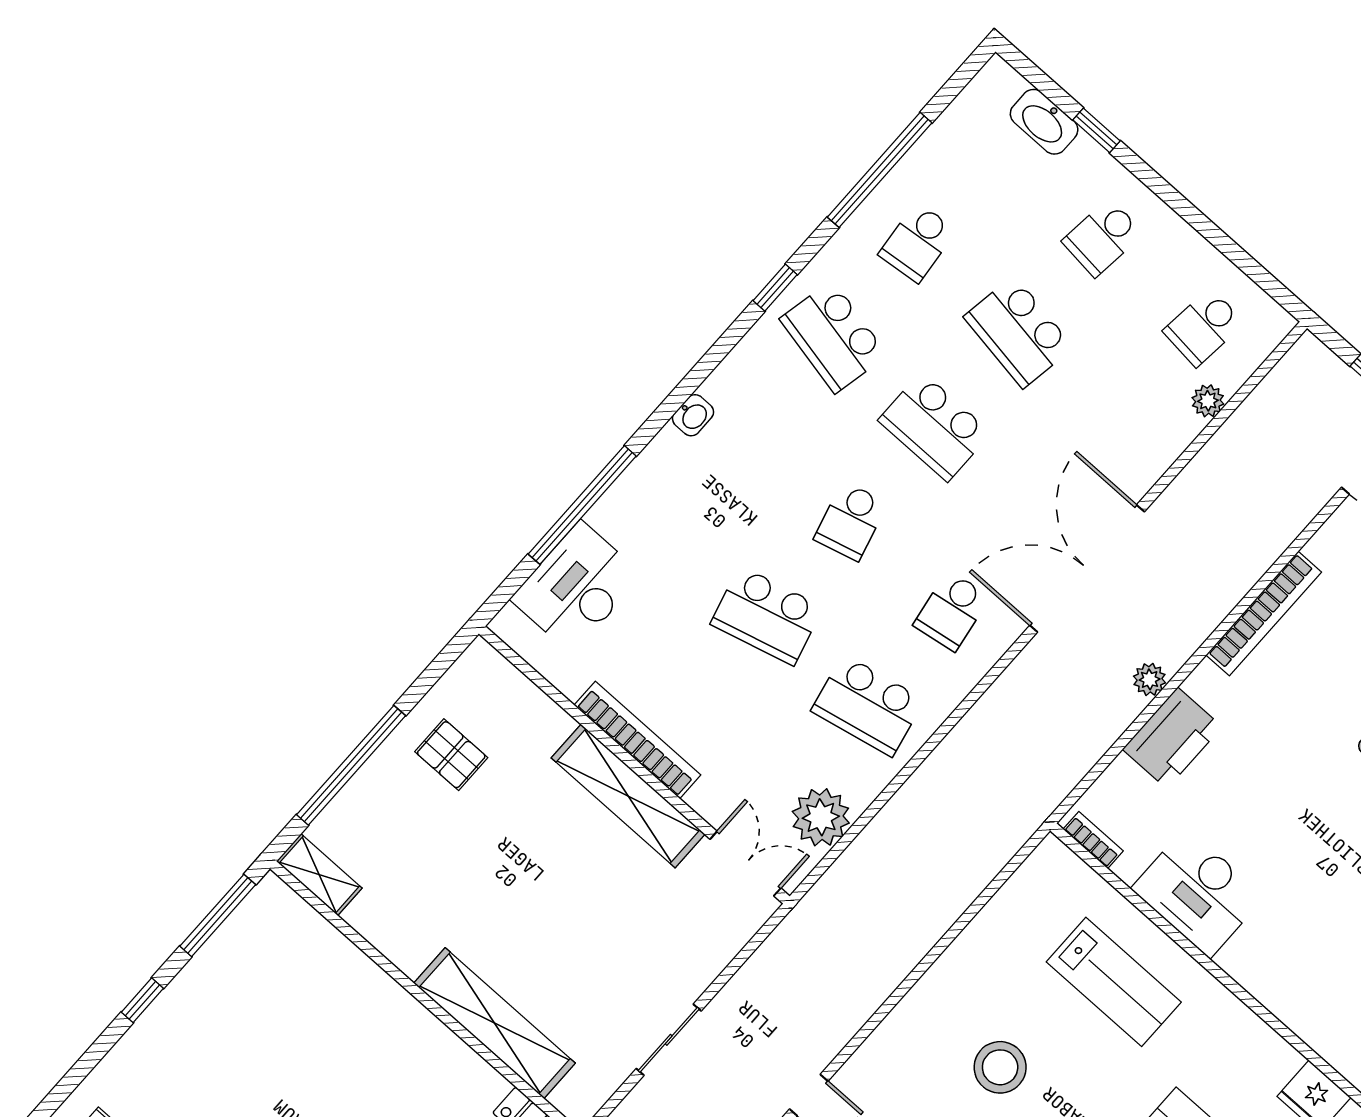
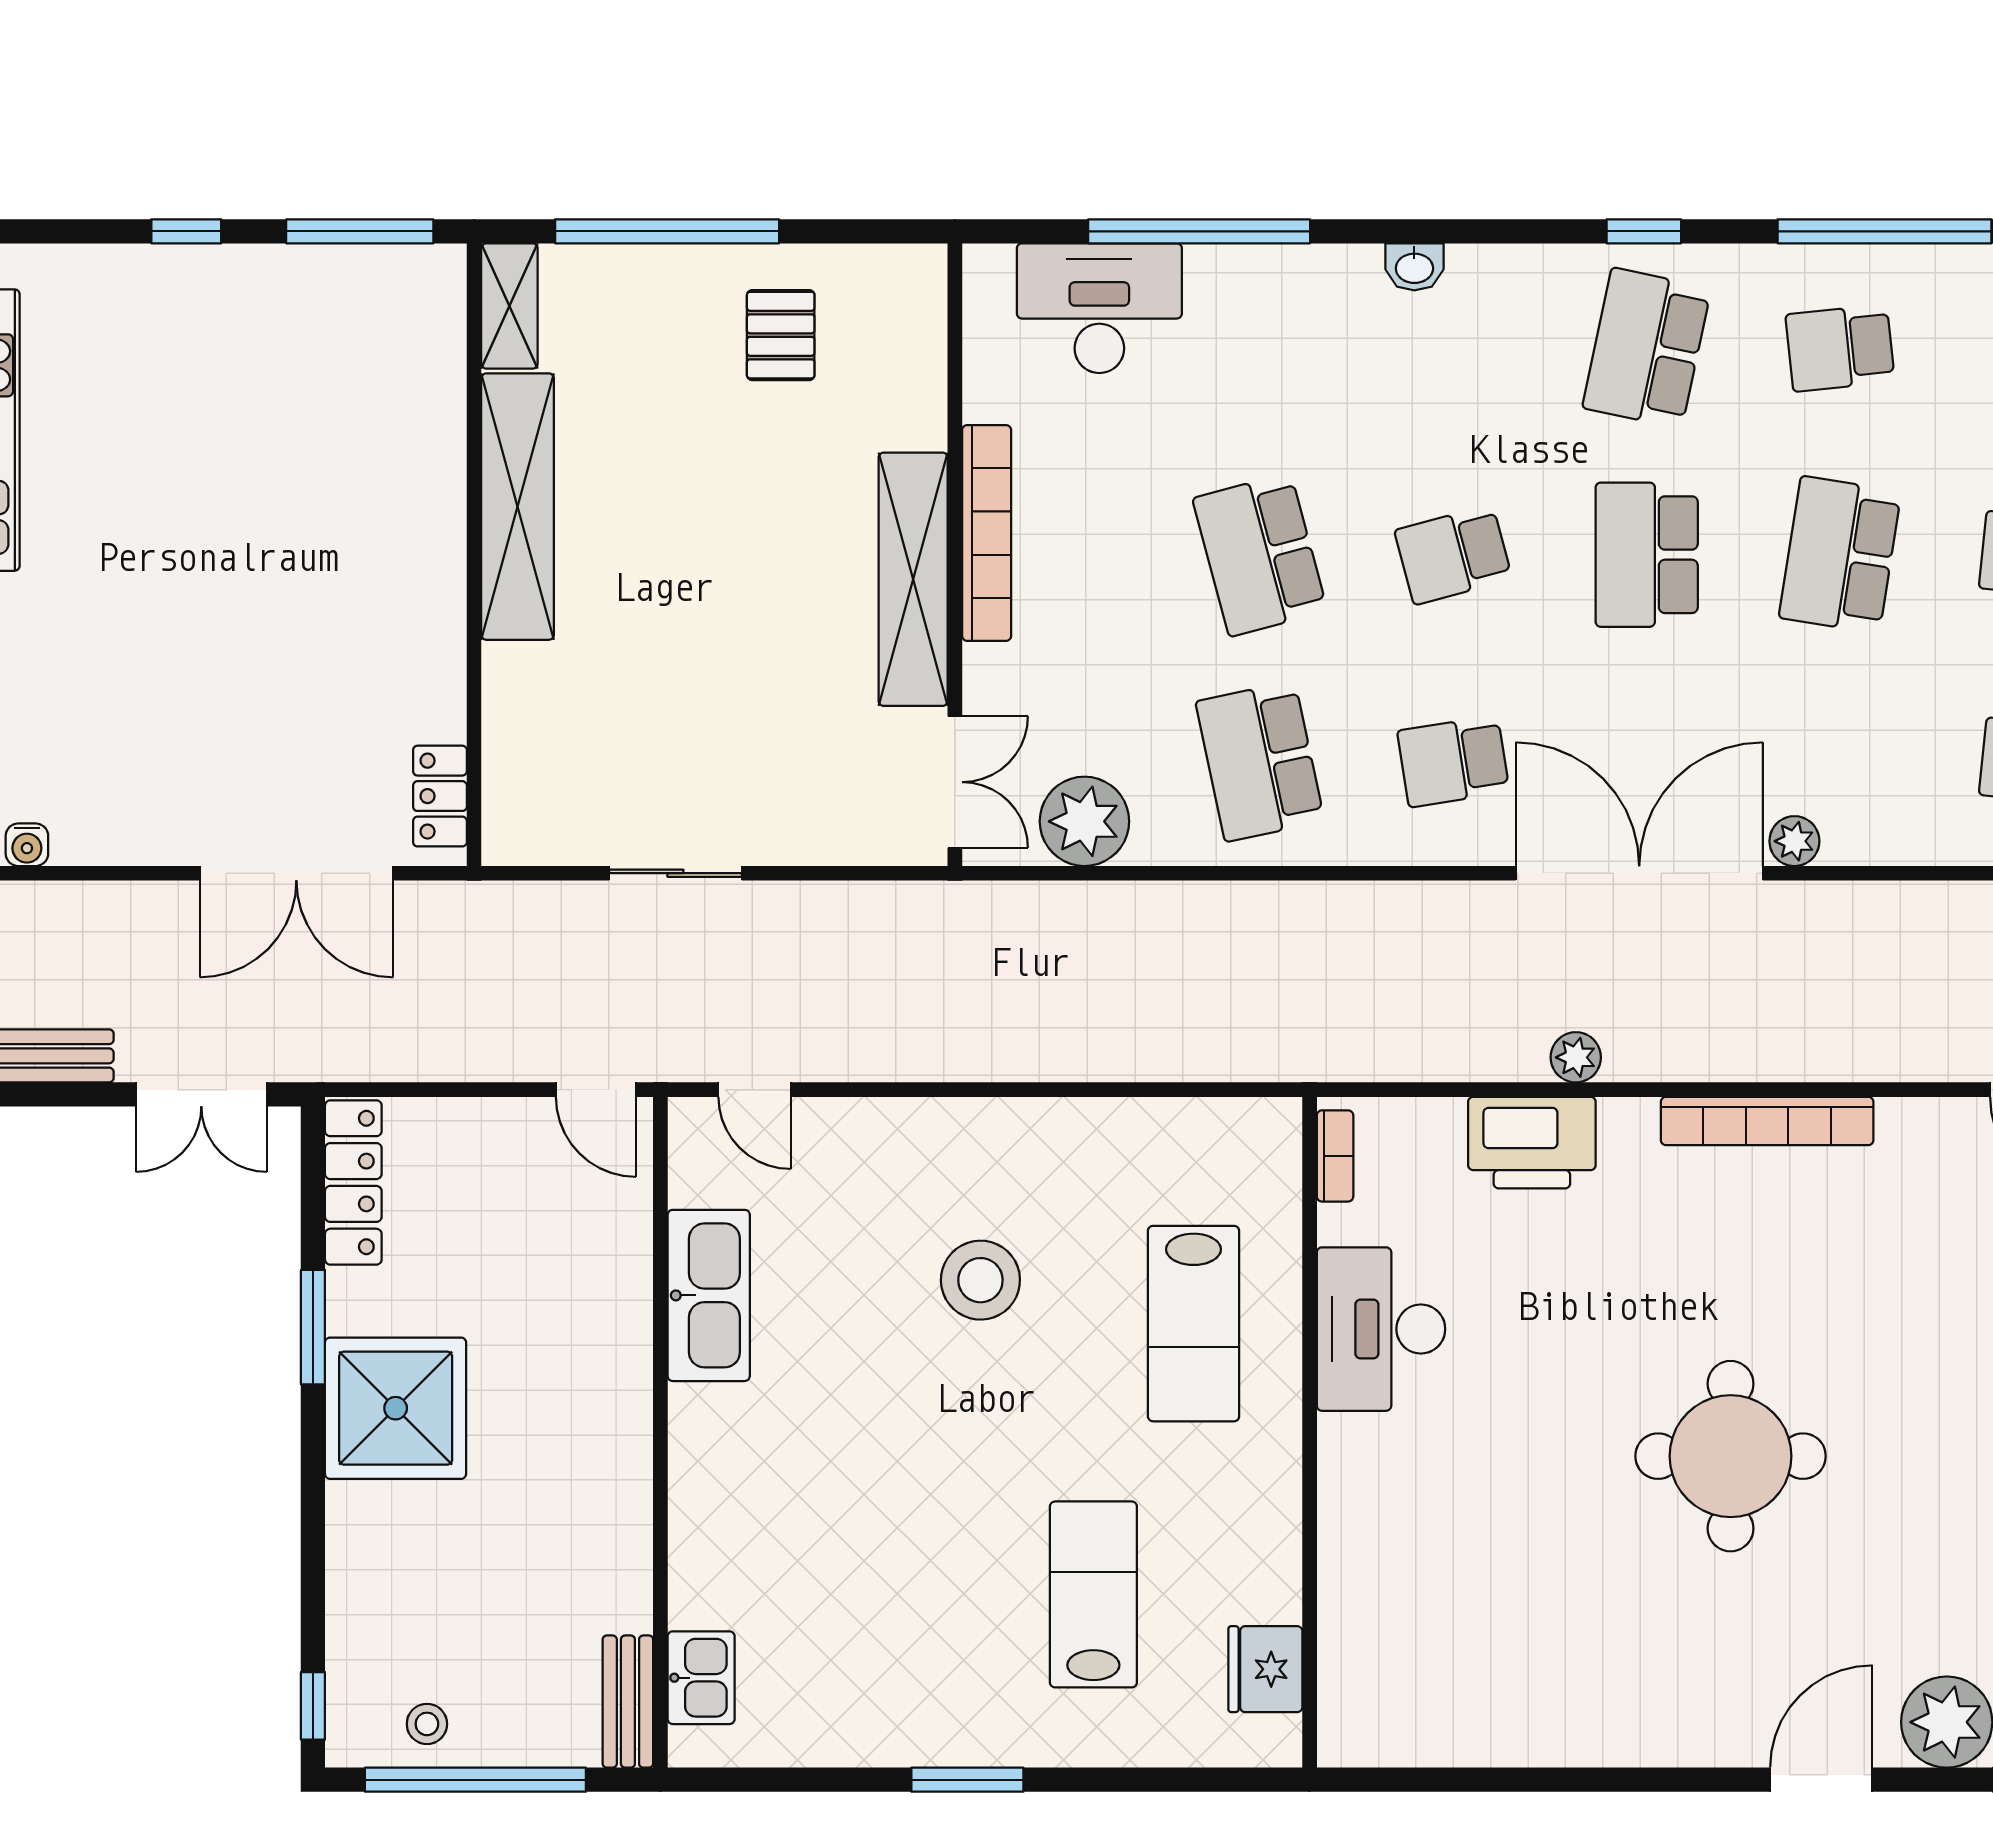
plant: (1208, 401) -> (1794, 841), moved
shelving: (494, 1023) -> (518, 507), moved

